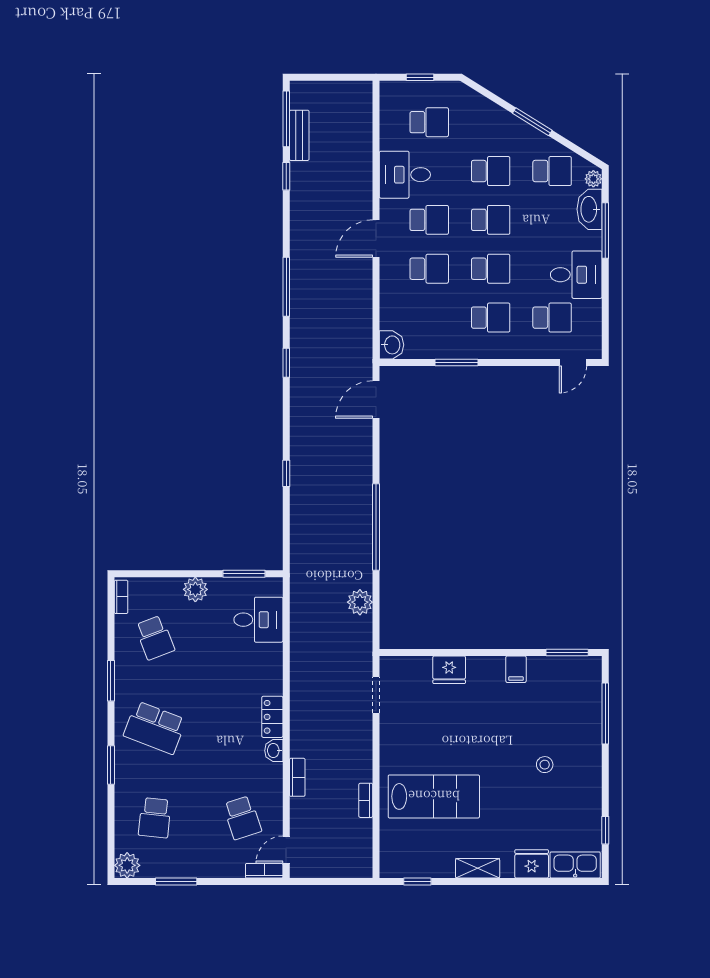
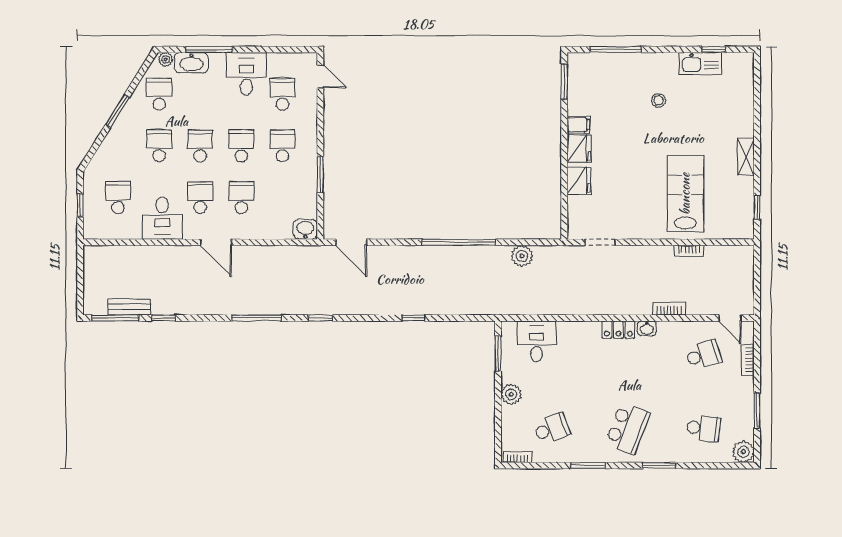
fridge: (532, 864) -> (579, 149), moved, turned 180
kitchen sink: (575, 865) -> (700, 63), moved, turned -90
bookcase: (264, 871) -> (748, 360), moved

